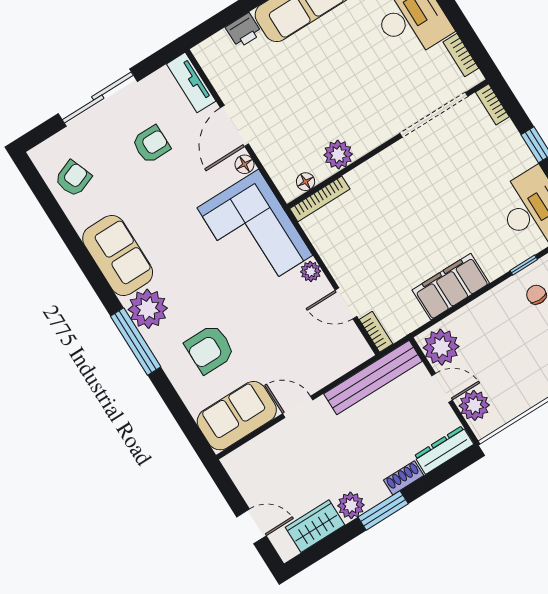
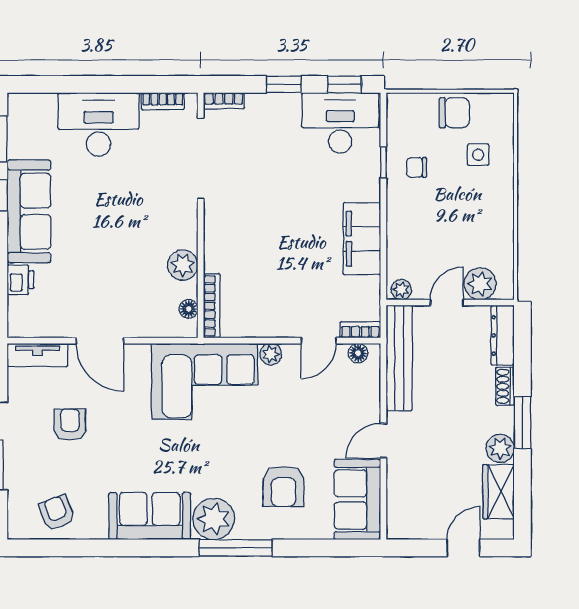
floor lamp: (245, 164) -> (358, 353), moved
plant: (441, 347) -> (401, 290), width x0.53, depth x0.53

